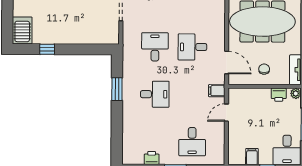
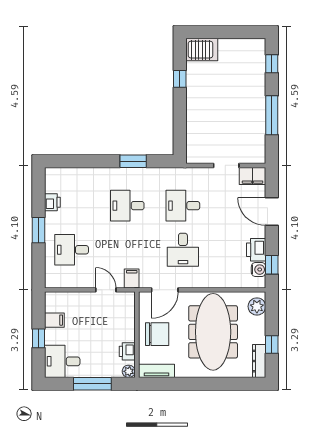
desk: (155, 47) -> (183, 206), turned 180
desk: (192, 47) -> (183, 250), turned 180
chair: (264, 69) -> (157, 334), width x1.87, depth x1.87
desk: (155, 94) -> (127, 206), turned 90

